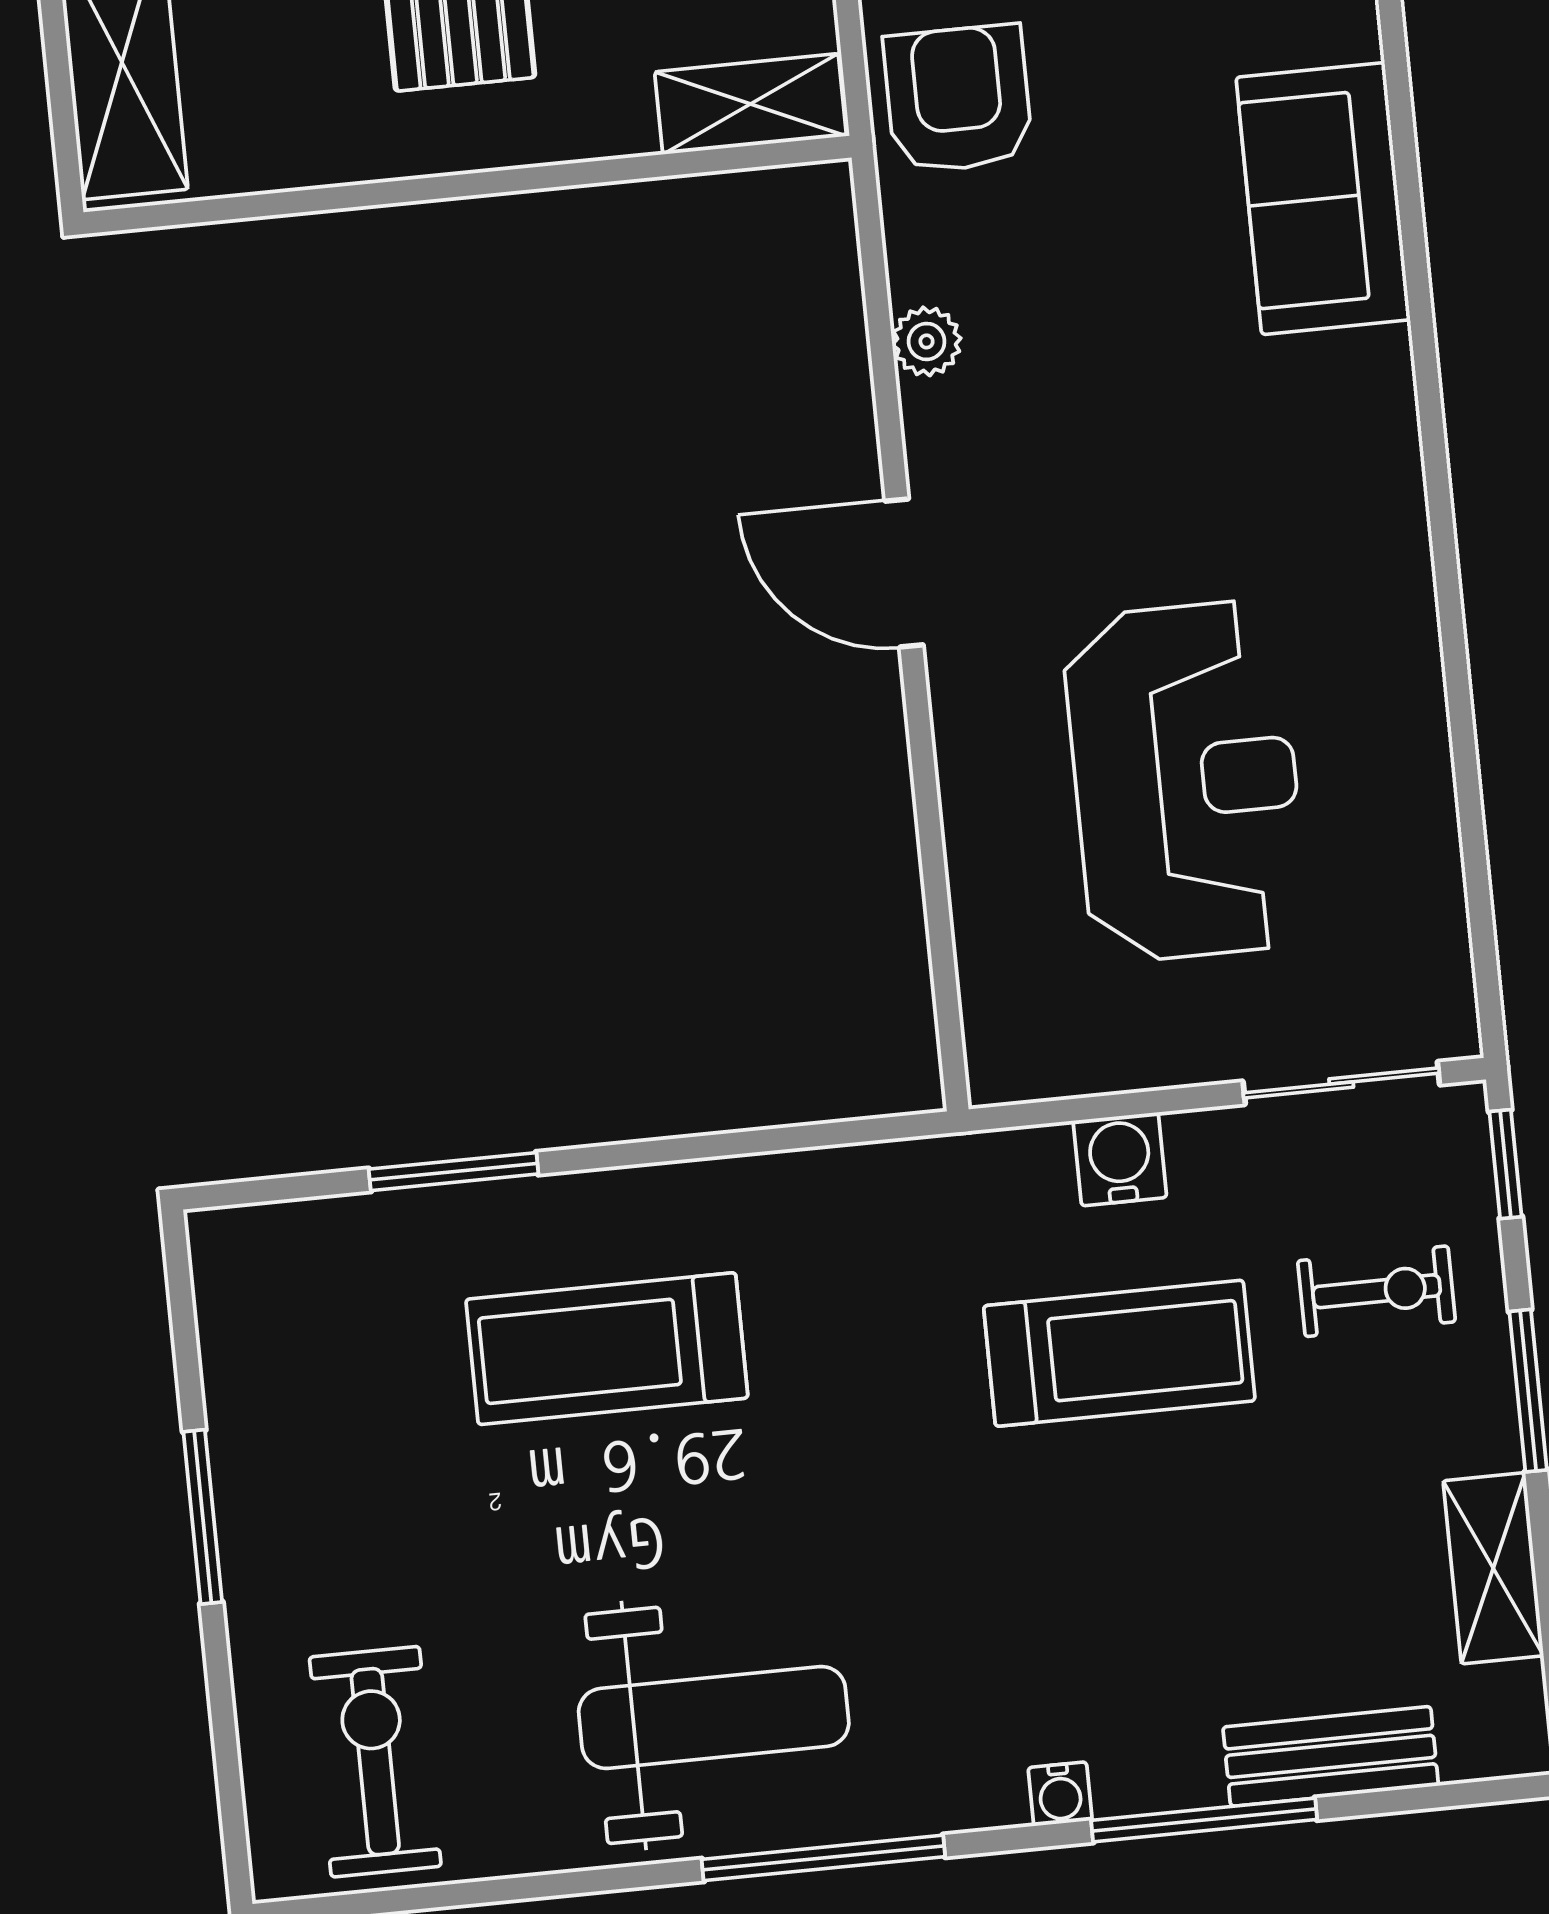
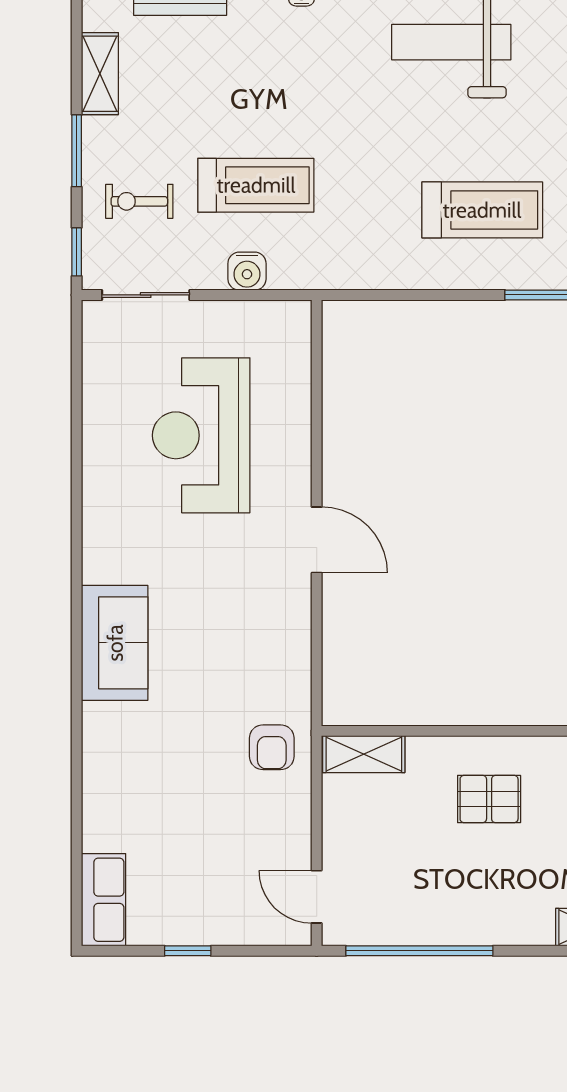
armchair: (958, 99) -> (272, 747), width x0.72, depth x0.72
sofa: (1323, 199) -> (115, 643), moved
plant: (927, 341) -> (296, 641), removed
treadmill: (1119, 1353) -> (256, 185), turned 180

